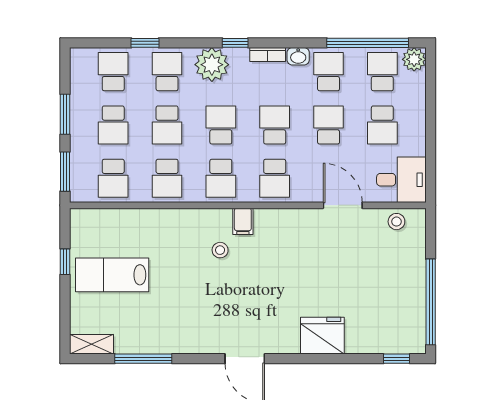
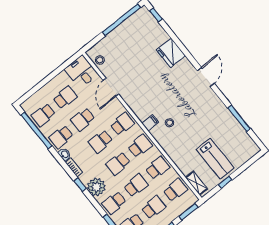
plant: (414, 59) -> (28, 106), removed
shelving: (91, 344) -> (196, 183), moved

